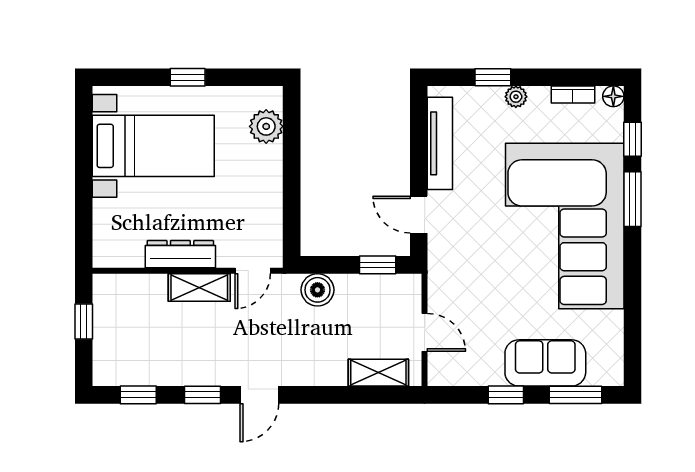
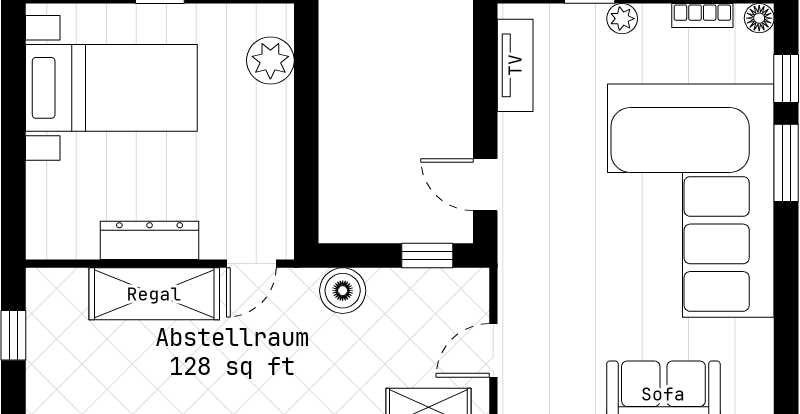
tv unit: (440, 143) -> (515, 65), width x0.71
shelving: (199, 287) -> (154, 294), width x1.50, depth x1.33
door: (425, 332) -> (493, 350), swing flipped

